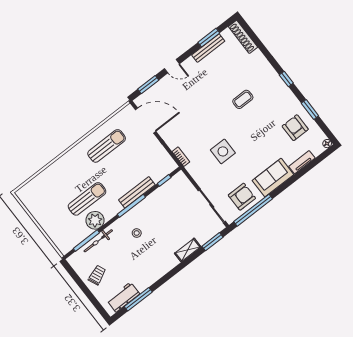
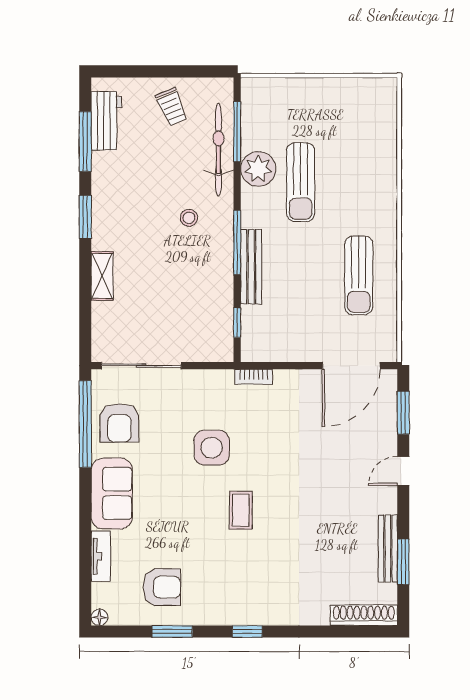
coffee table: (243, 99) -> (241, 510), moved
bicycle: (98, 241) -> (218, 150), width x1.37, depth x1.40
window: (212, 242) -> (85, 217), moved

